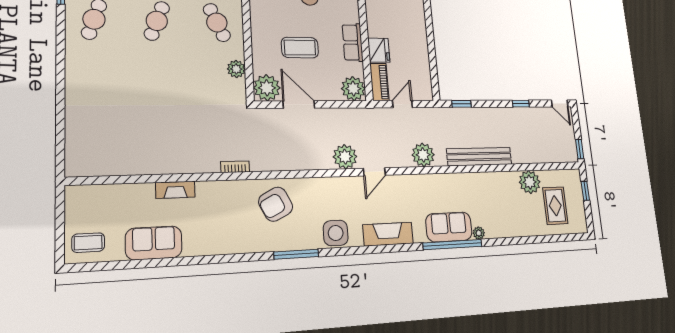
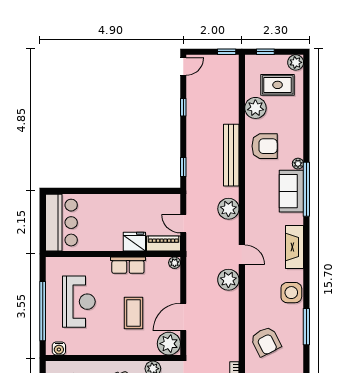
plant: (353, 89) -> (175, 263), width x0.53, depth x0.53
armchair: (493, 194) -> (265, 146), added
plant: (580, 225) -> (296, 62), added

